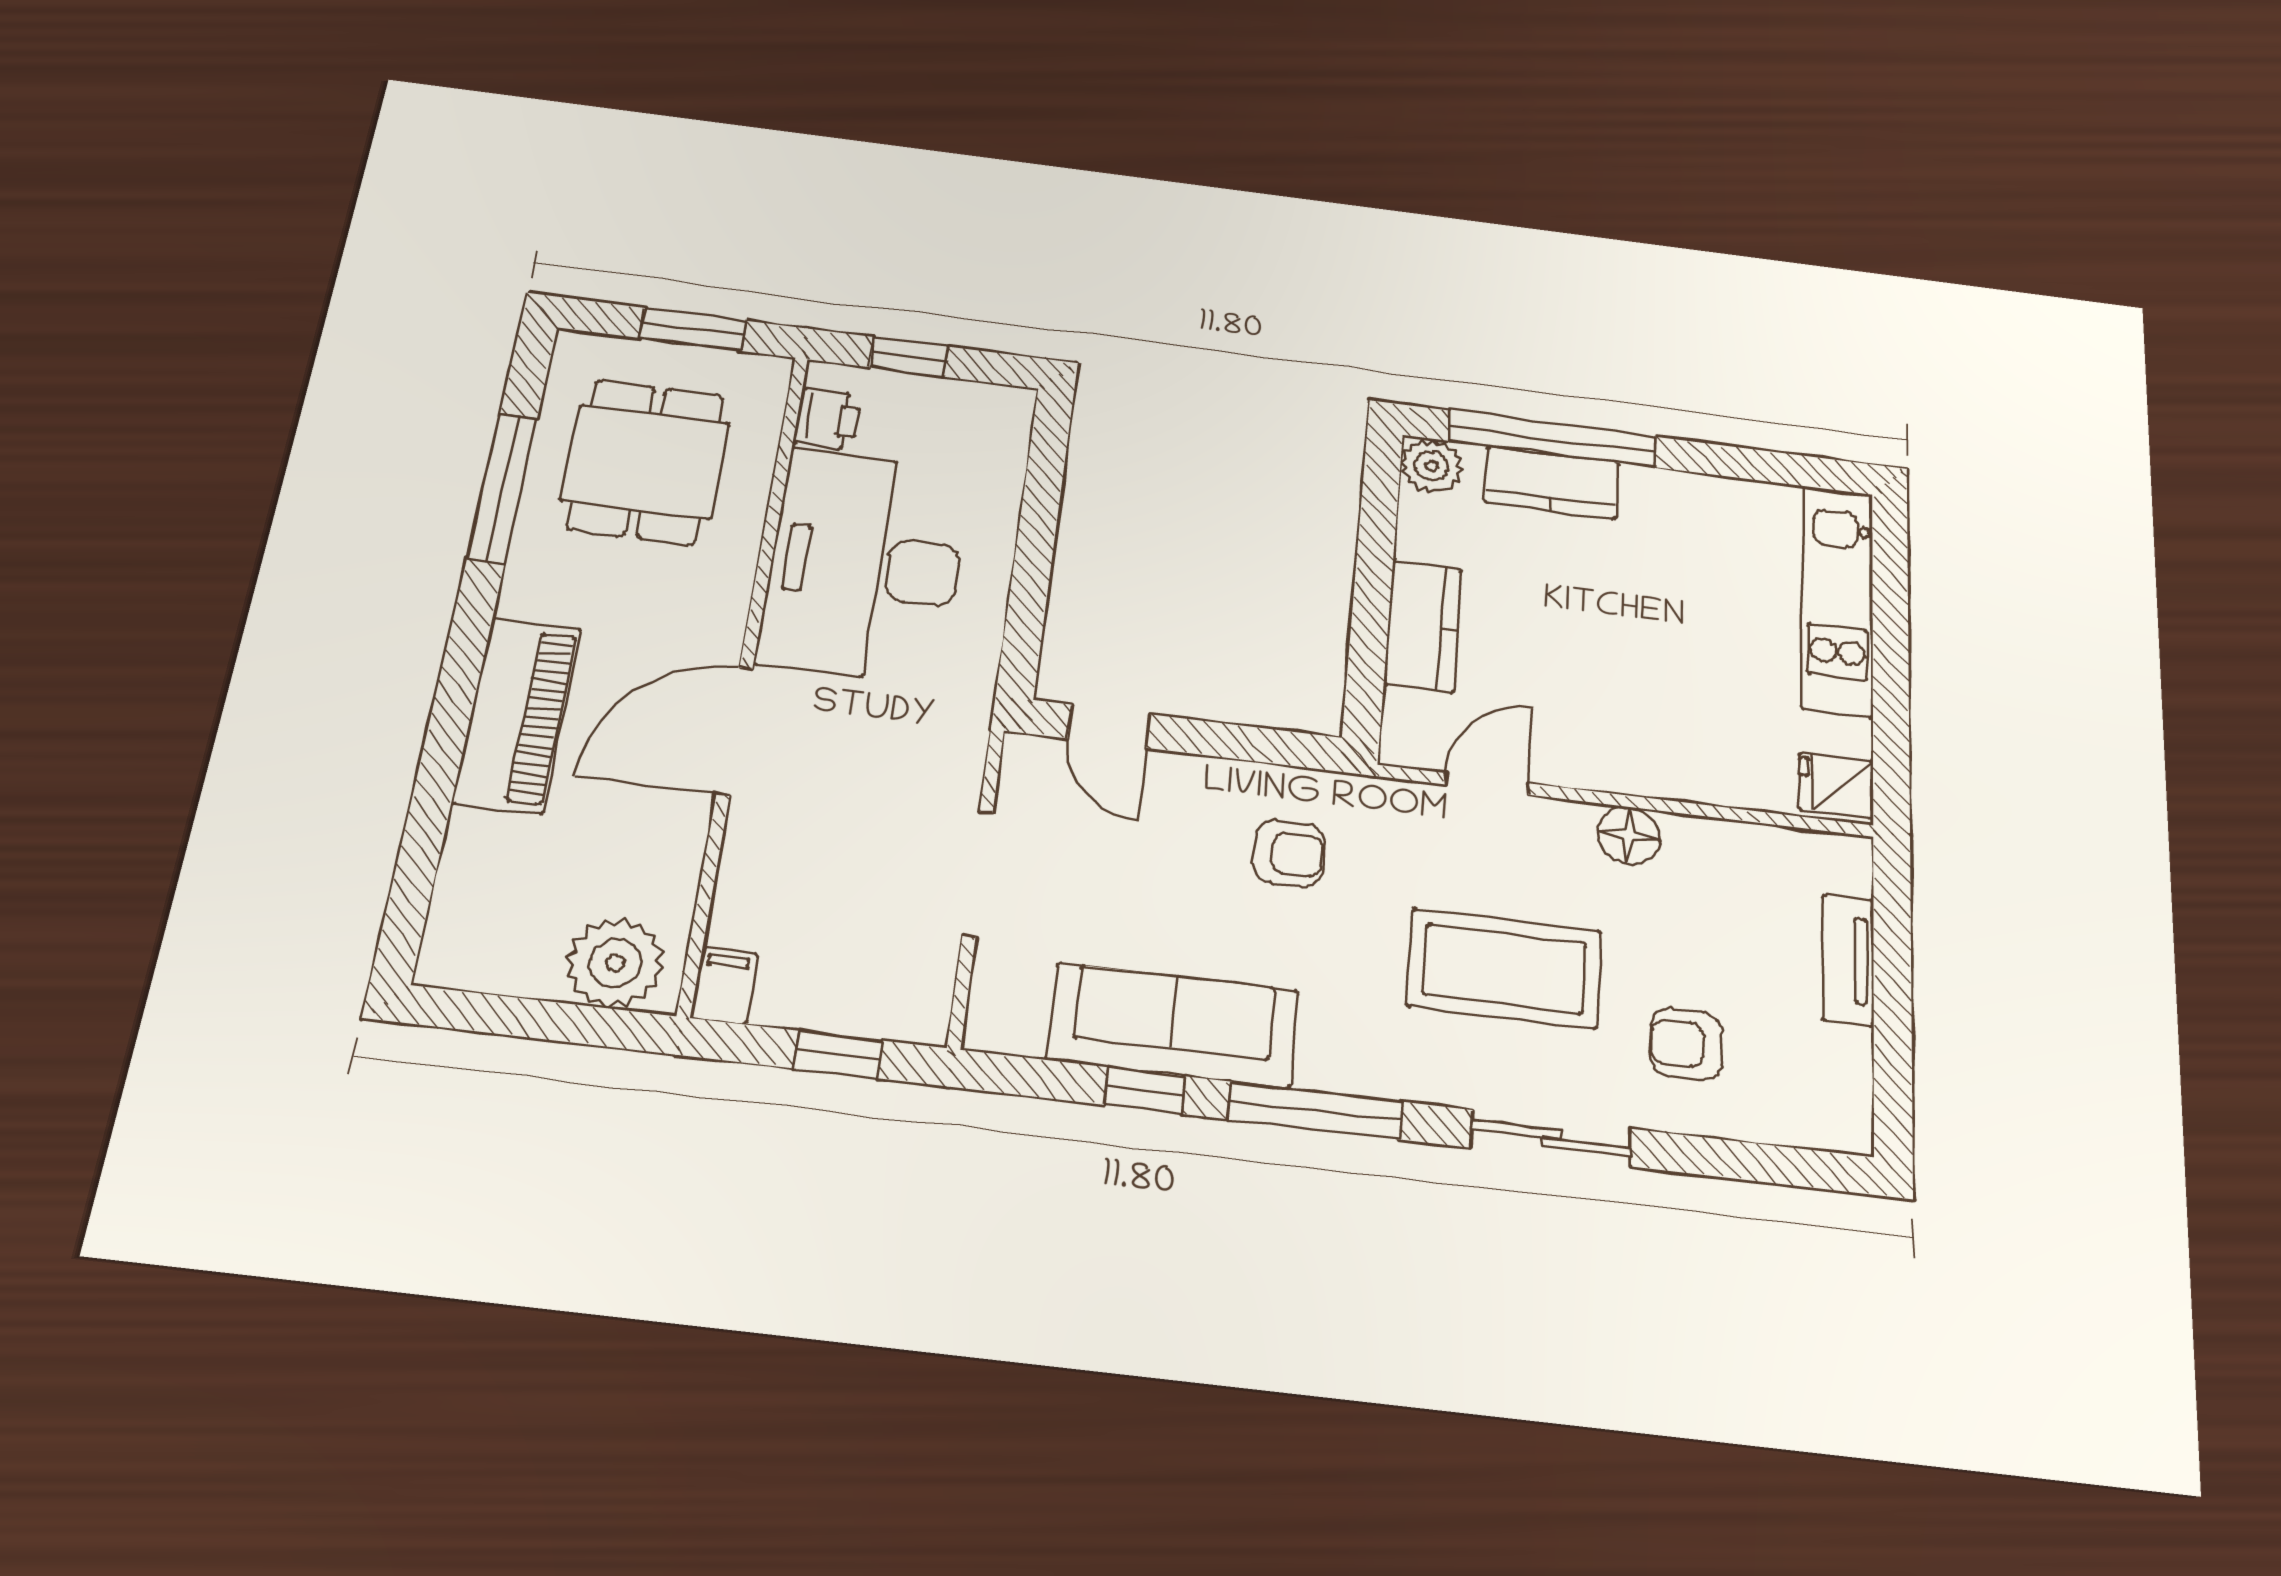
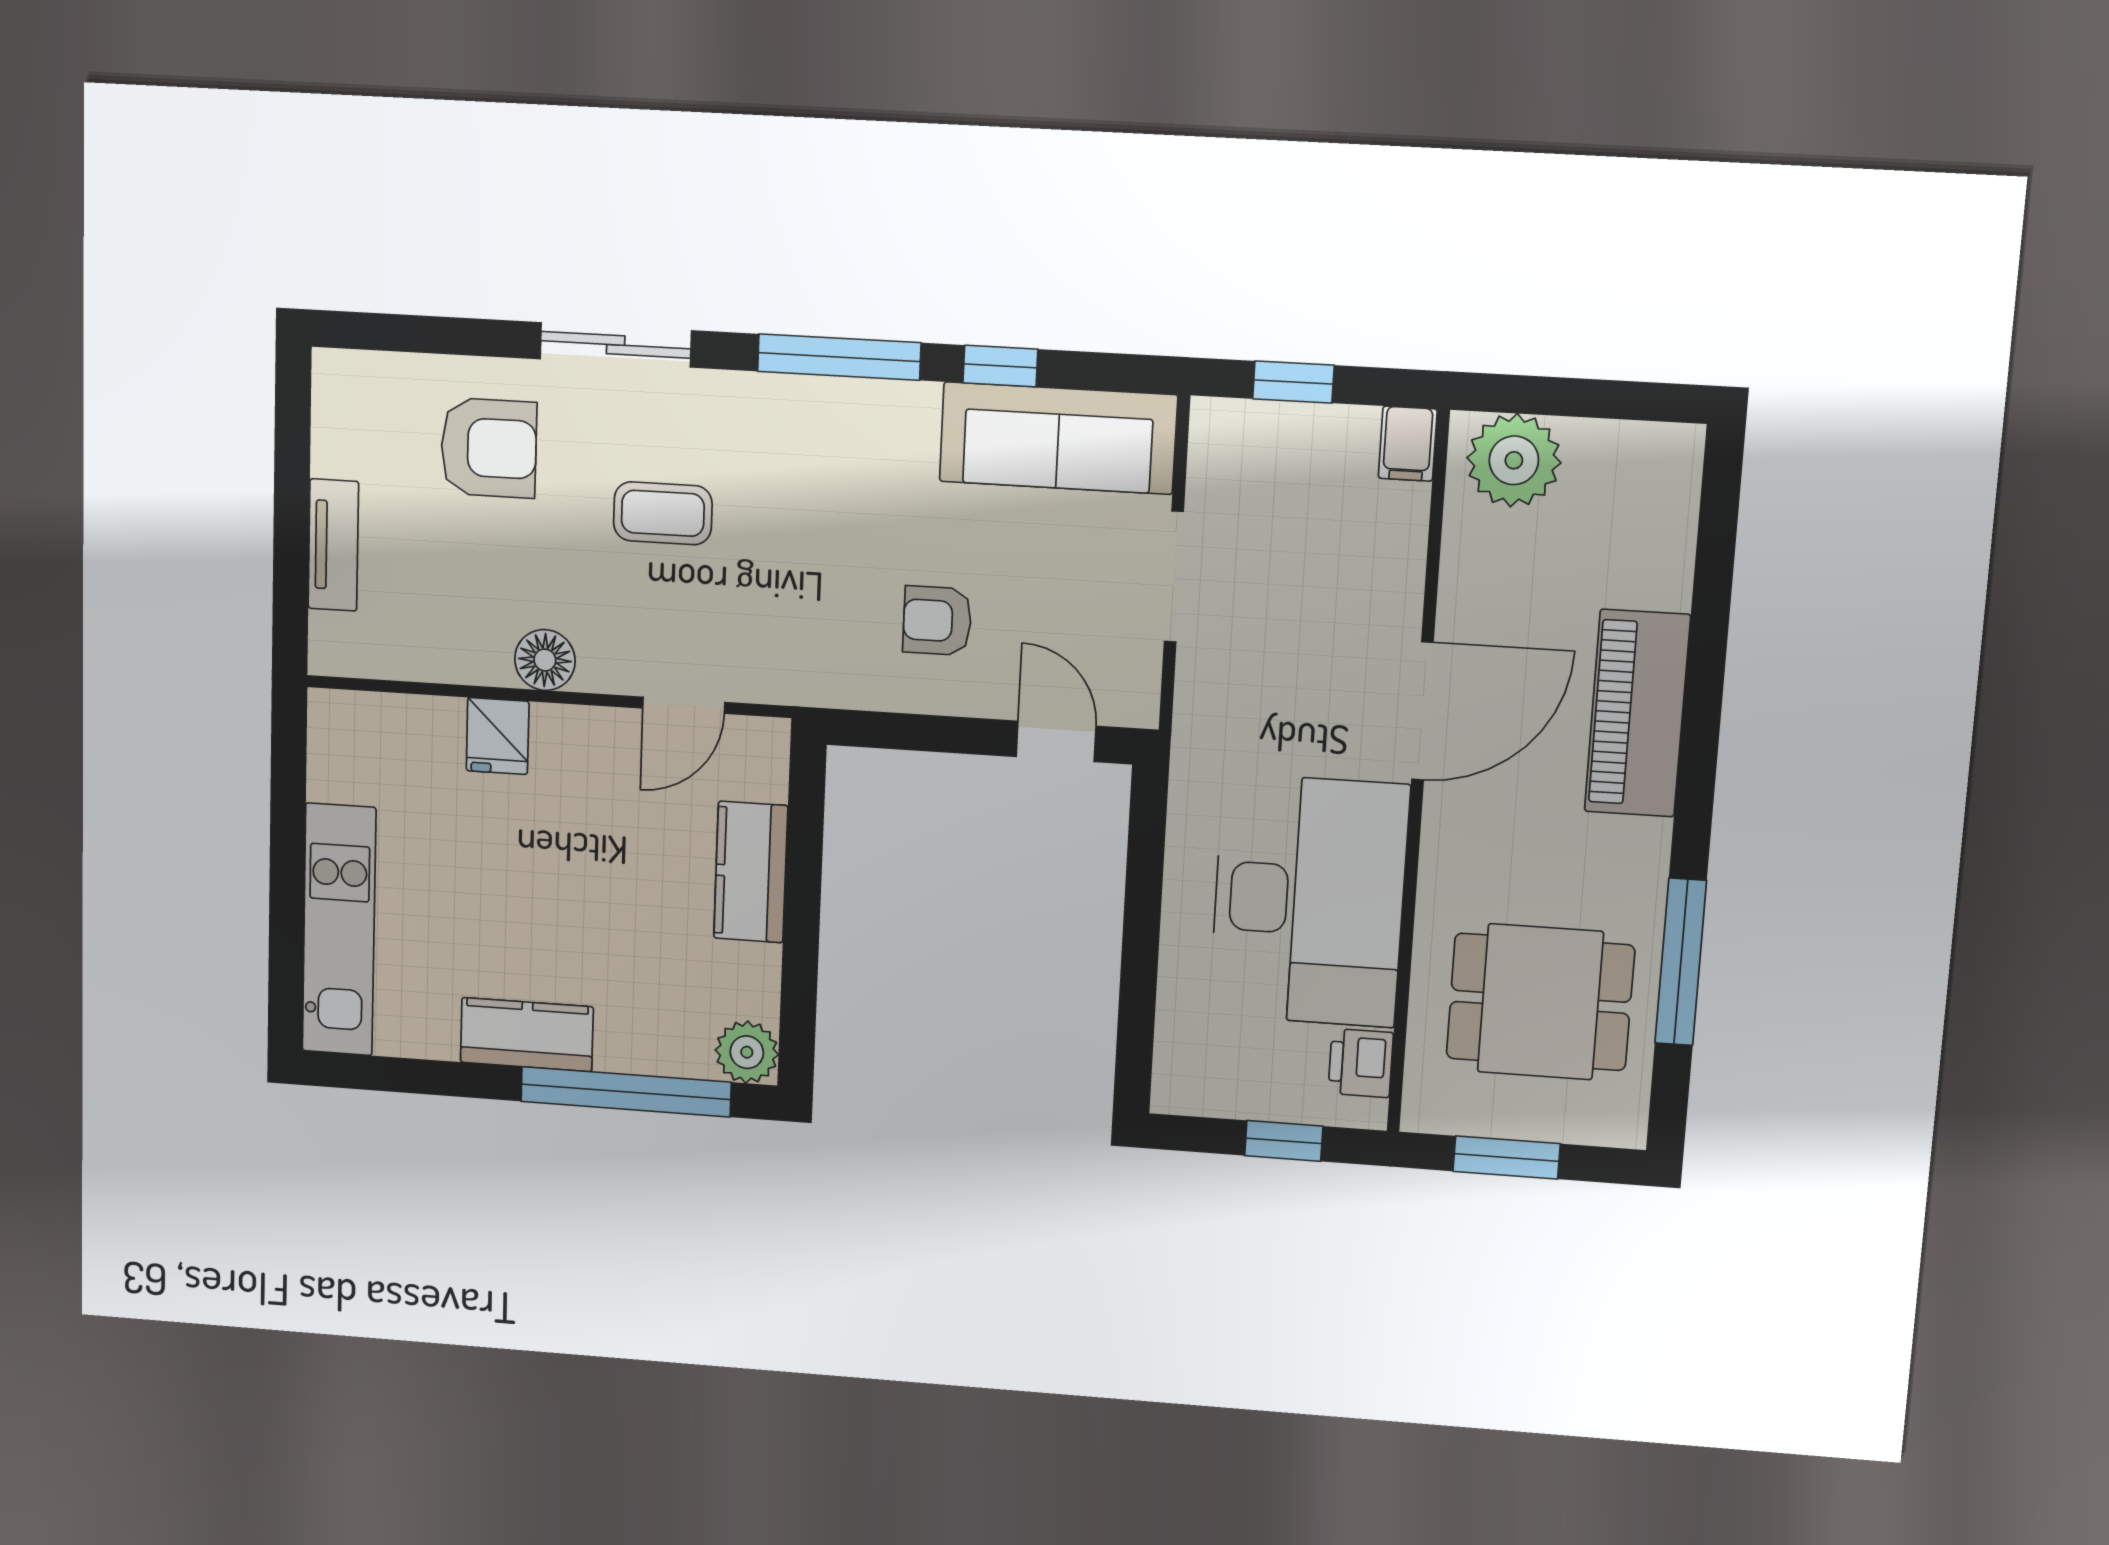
dining table: (645, 462) -> (1540, 1002), turned 90
kitchen counter: (1552, 483) -> (527, 1035), moved
fridge: (1836, 785) -> (498, 736), moved, turned 90
armchair: (1289, 854) -> (937, 621), moved
coffee table: (1505, 968) -> (663, 513), width x0.54, depth x0.58
sofa: (1173, 1025) -> (1058, 438), moved
armchair: (1686, 1044) -> (489, 448), width x1.38, depth x1.38

